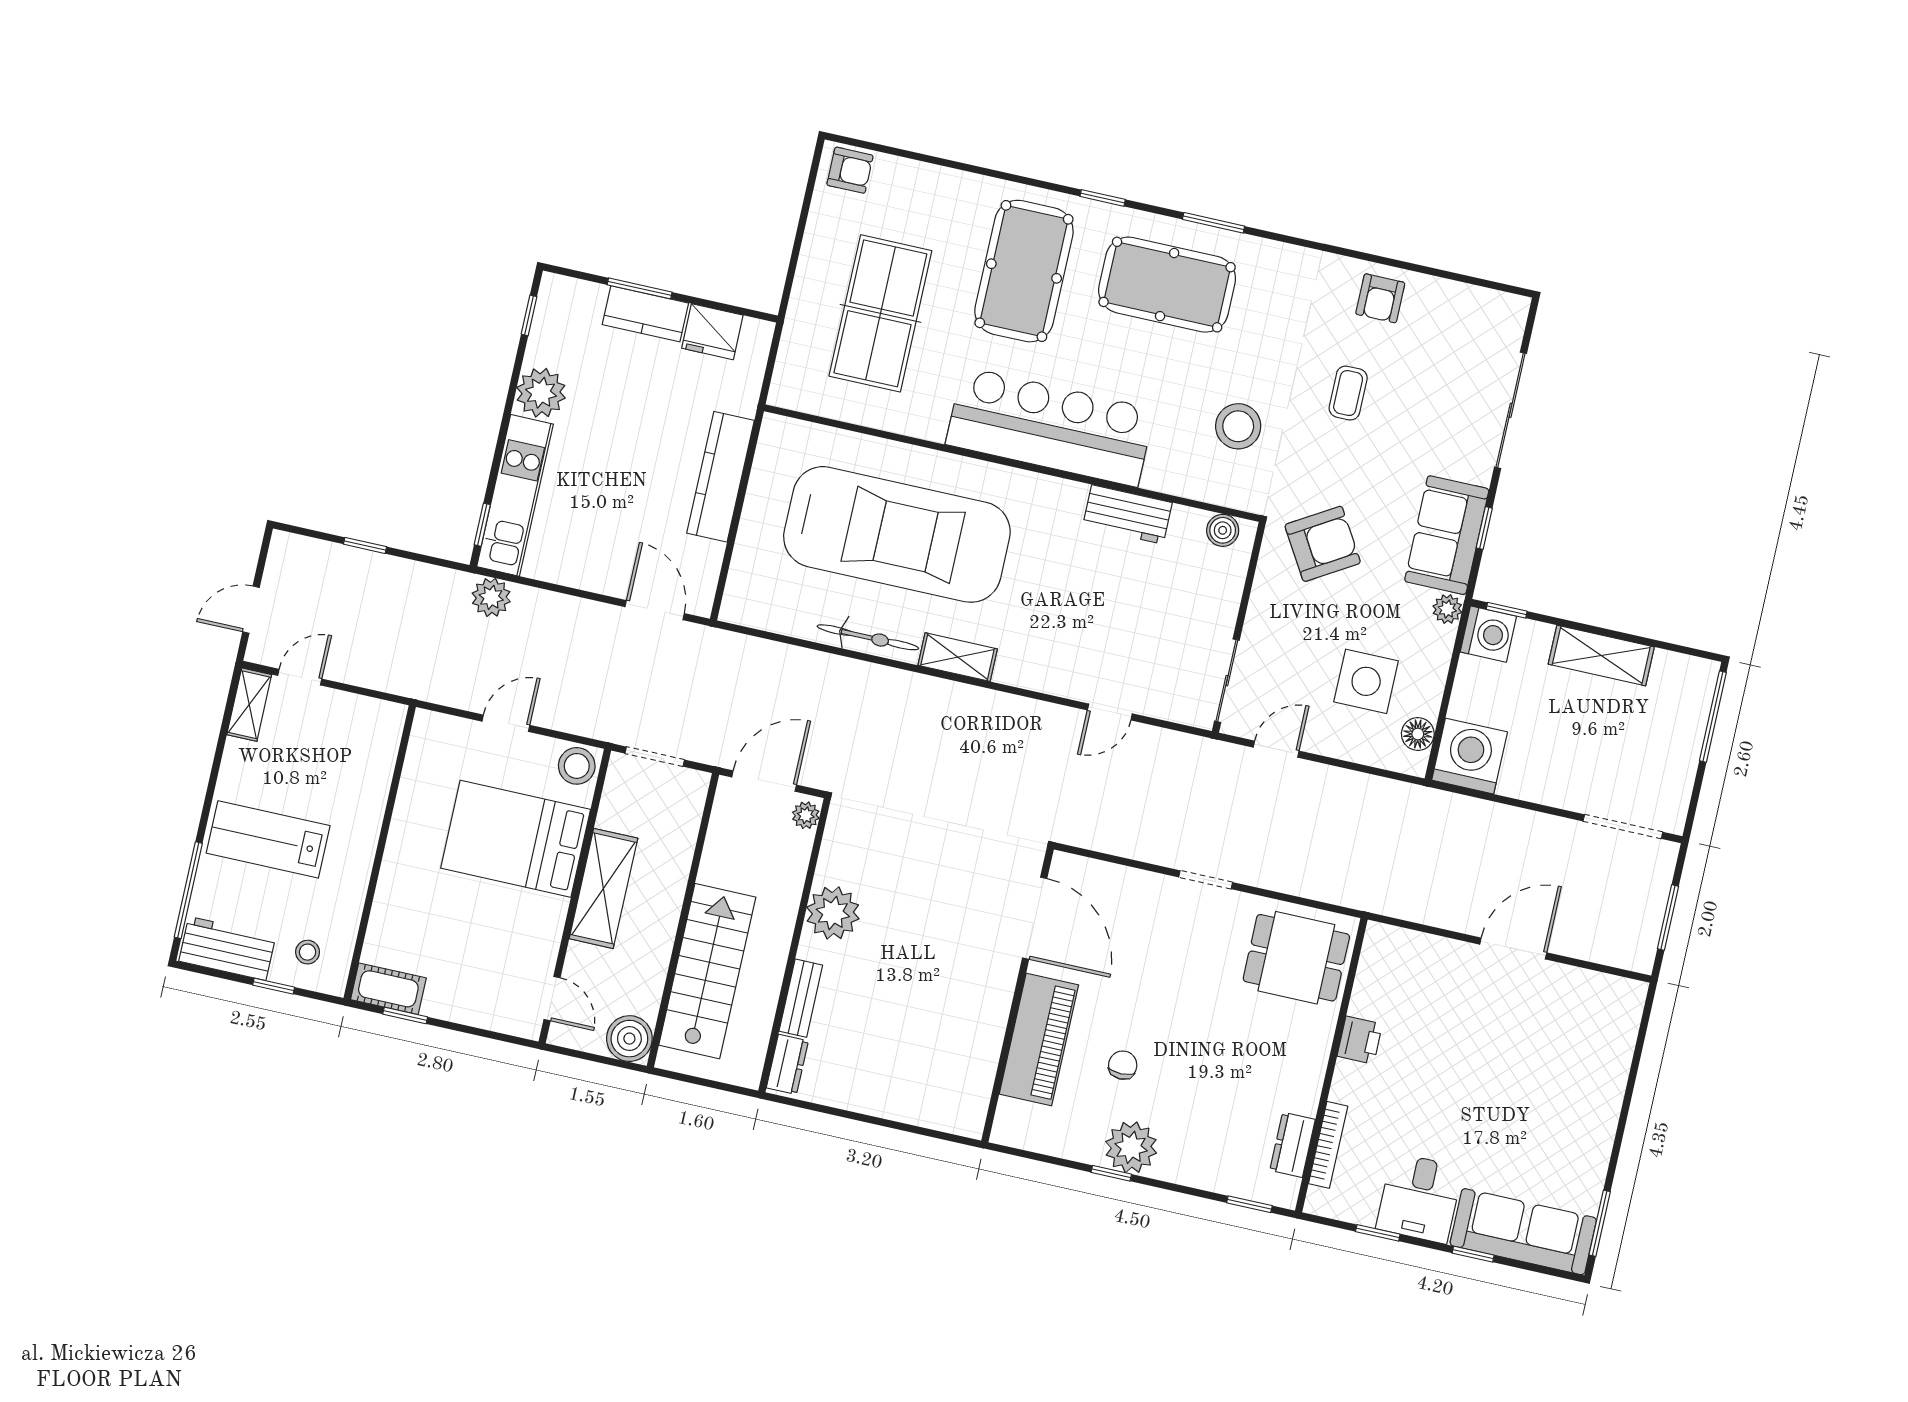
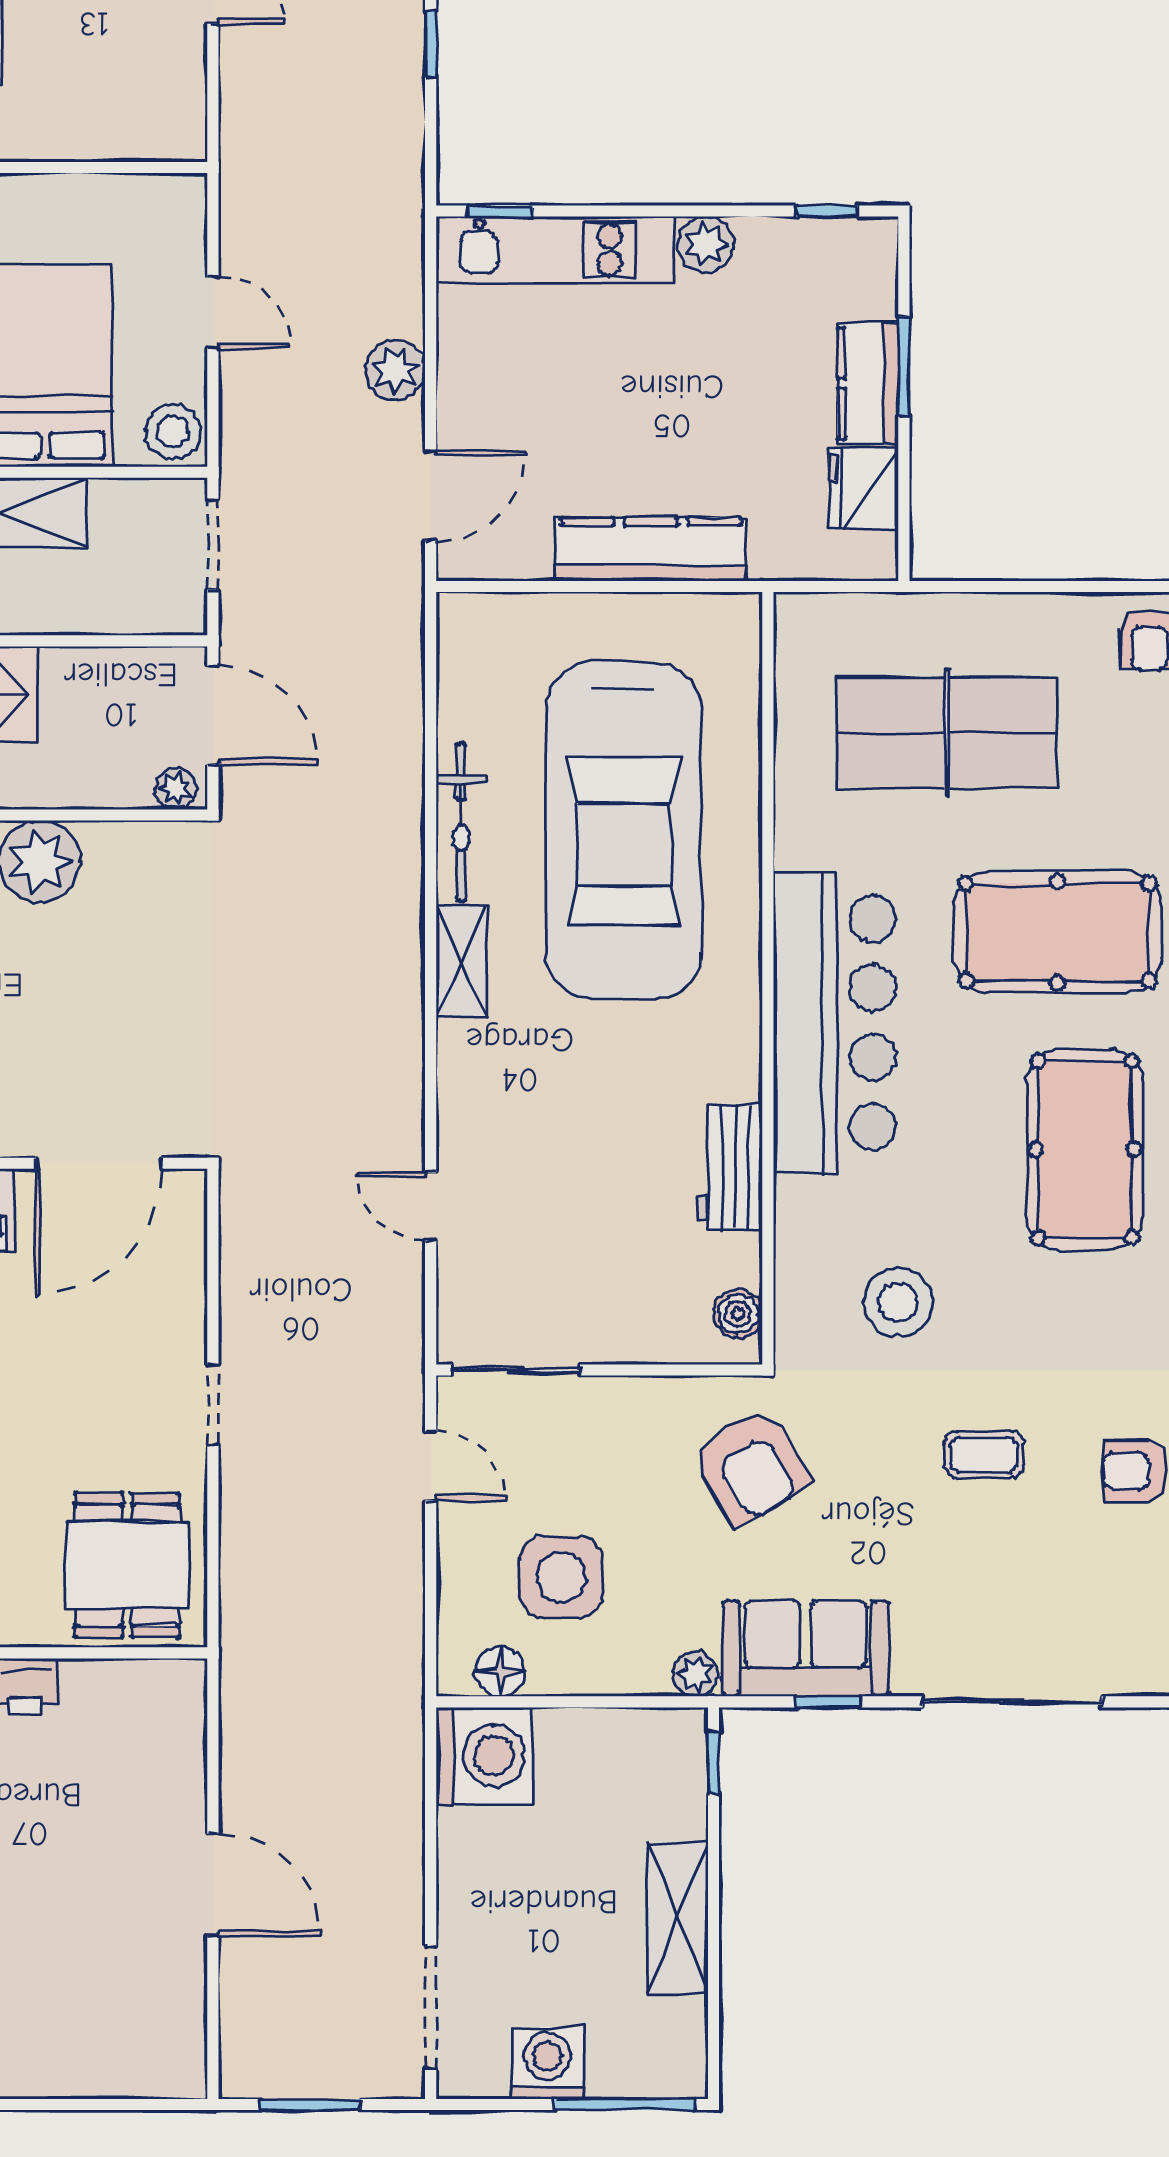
plant: (541, 393) -> (706, 244), width x0.73, depth x0.73
plant: (491, 597) -> (395, 370), moved
washing machine: (1488, 634) -> (547, 2063), moved, turned 180

